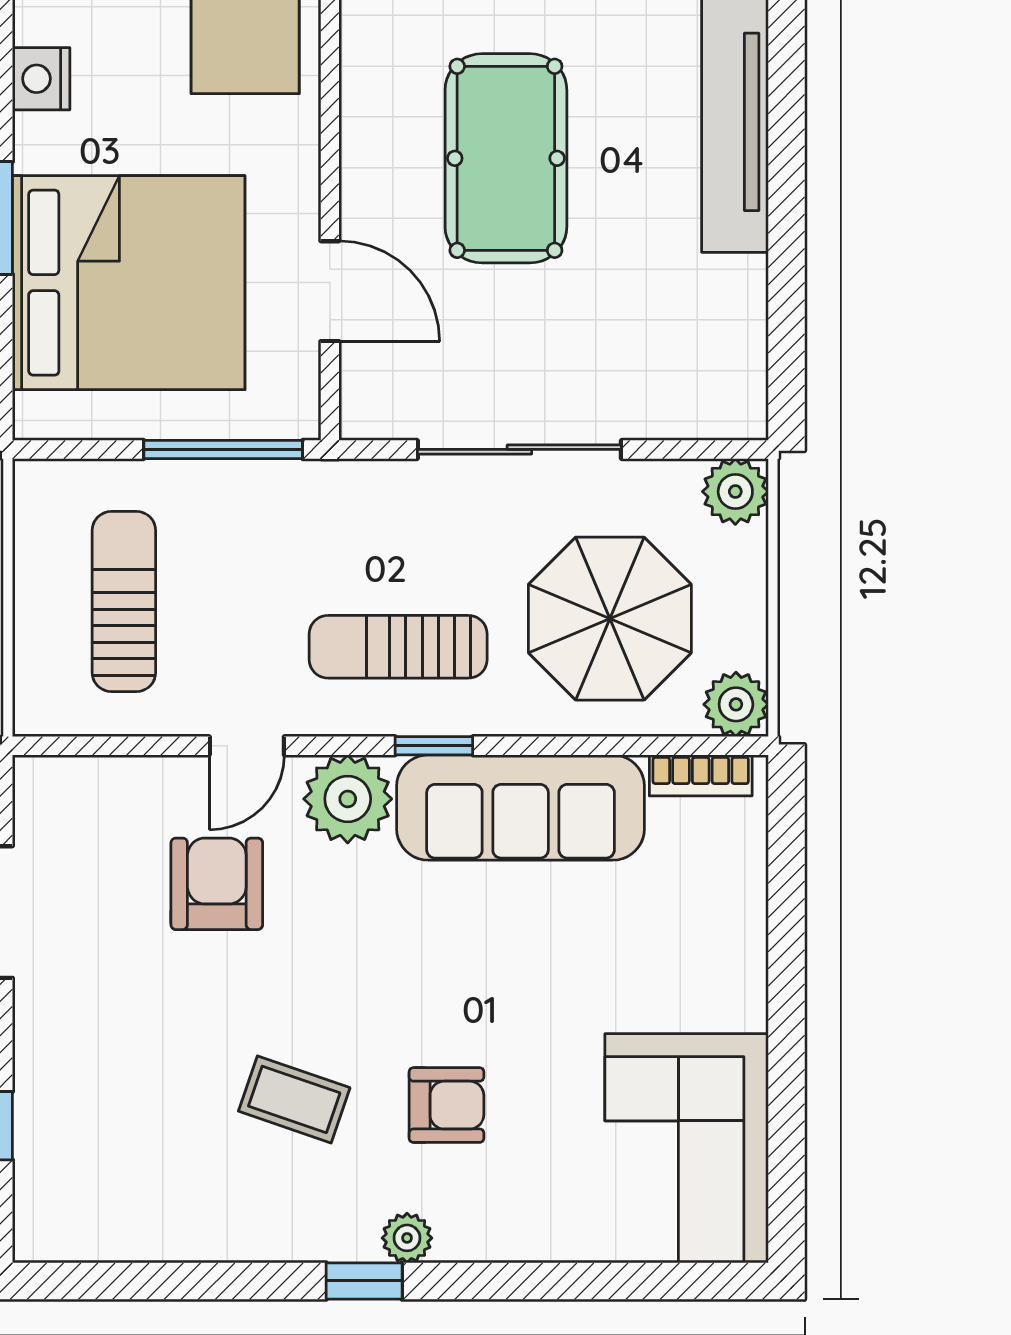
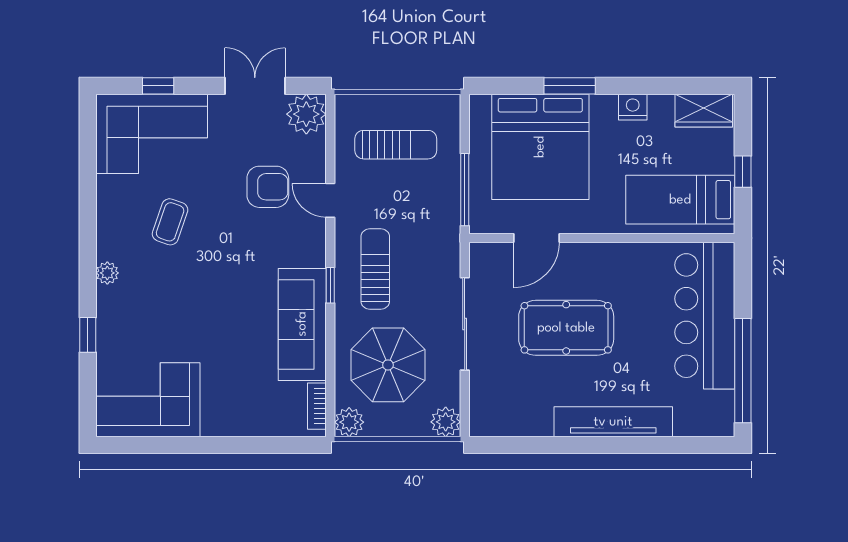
pool table: (506, 158) -> (566, 328), moved
plant: (348, 799) -> (306, 114), moved
armchair: (446, 1105) -> (167, 291), removed
corner sofa: (100, 1140) -> (152, 134), added
window: (364, 1281) -> (88, 335), moved

